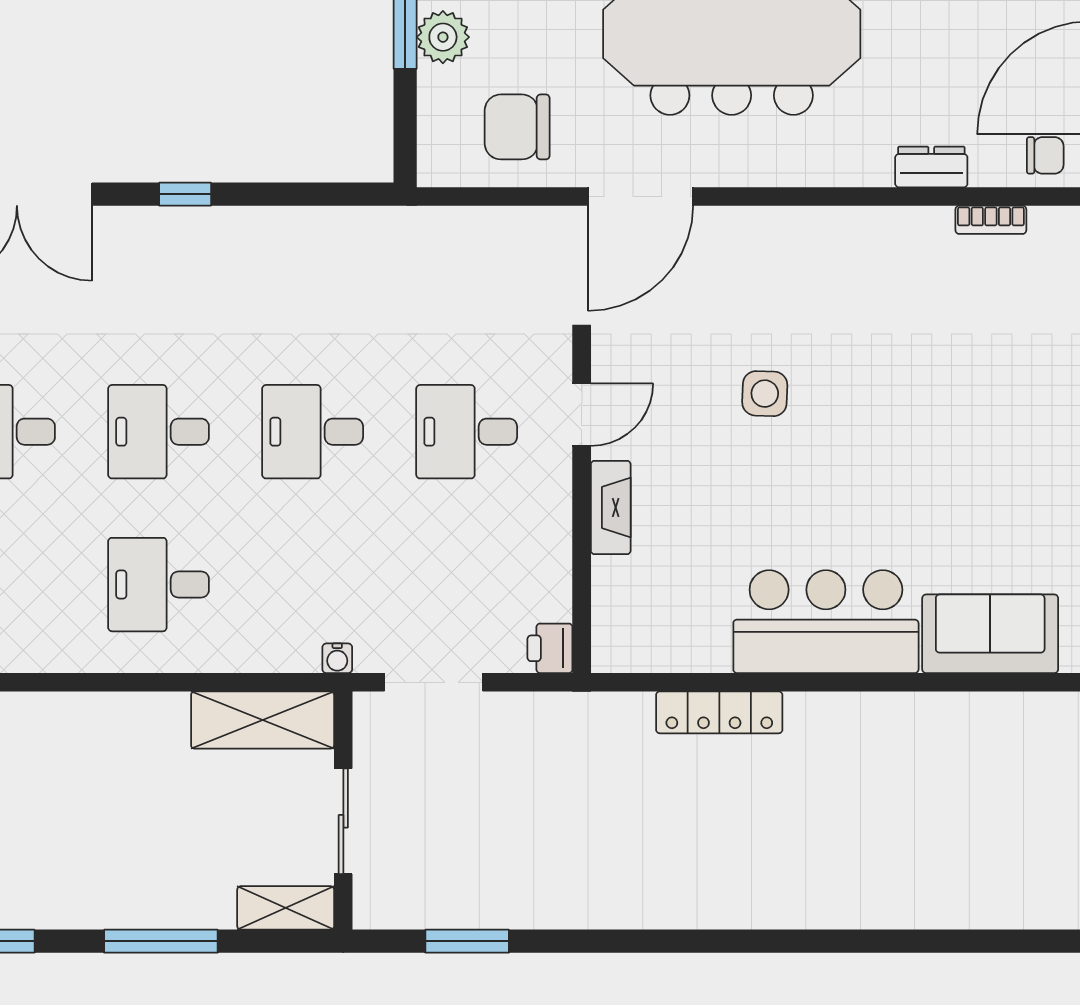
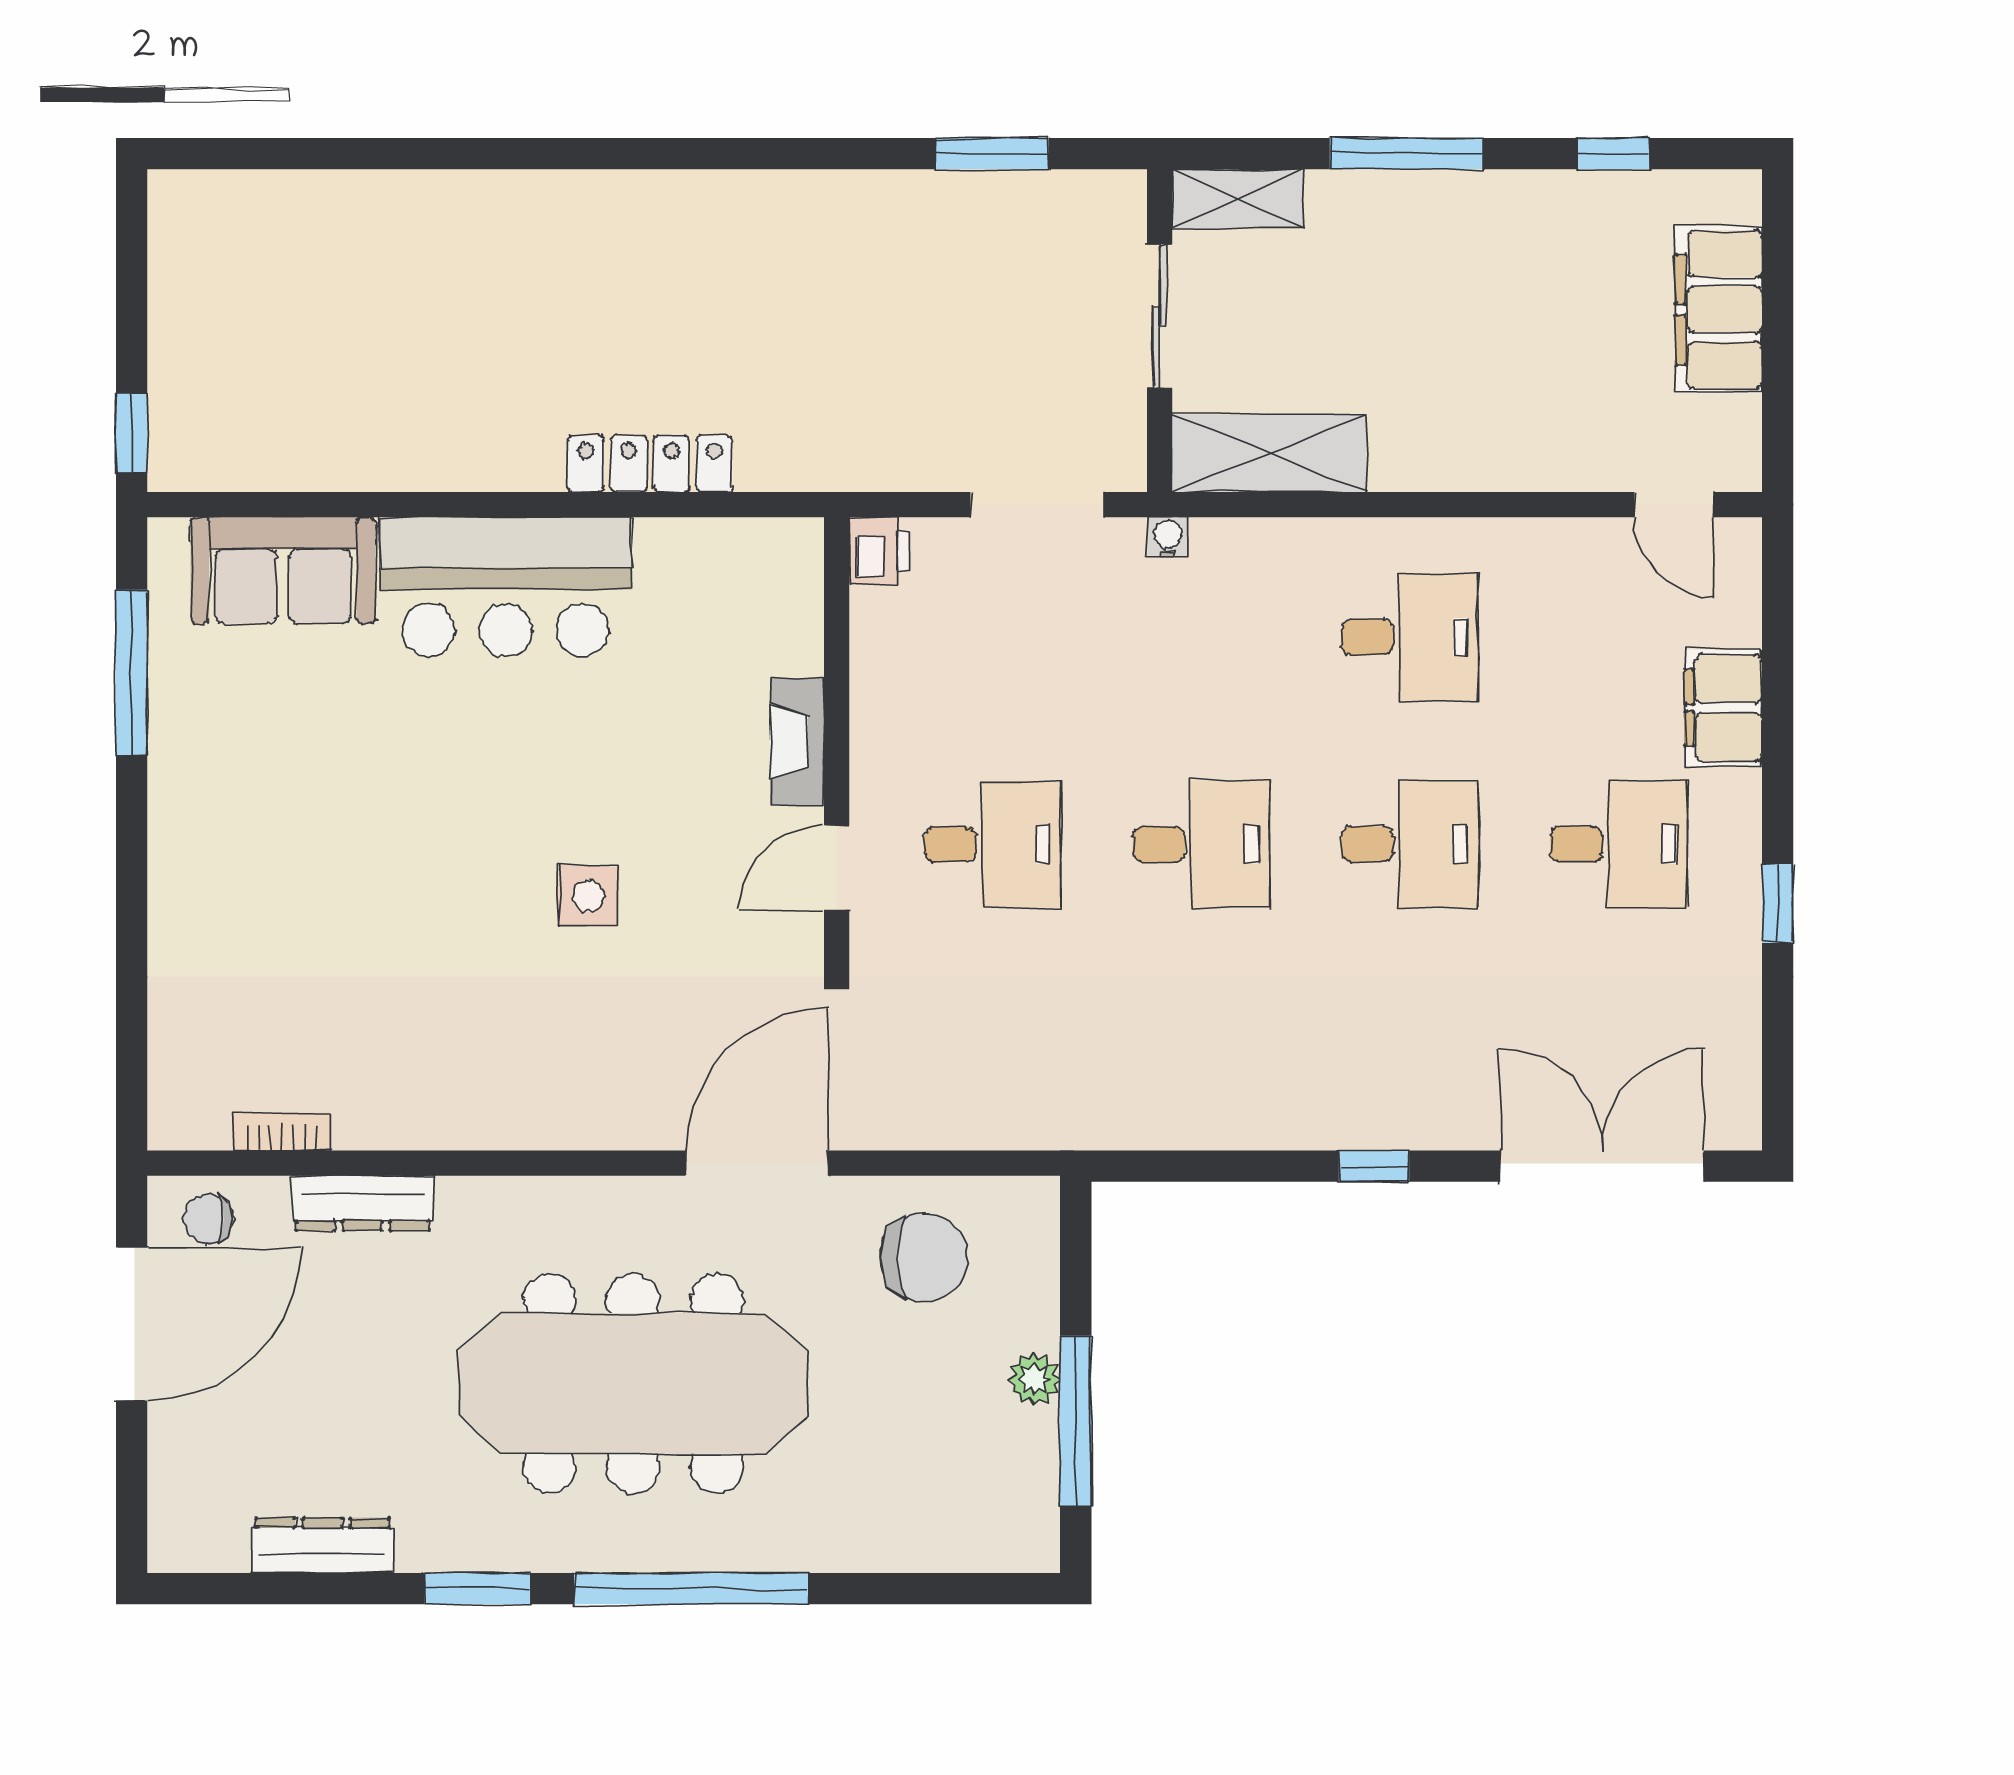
plant: (443, 37) -> (1034, 1379), width x0.73, depth x0.73
dresser: (931, 167) -> (363, 1203), width x1.44

